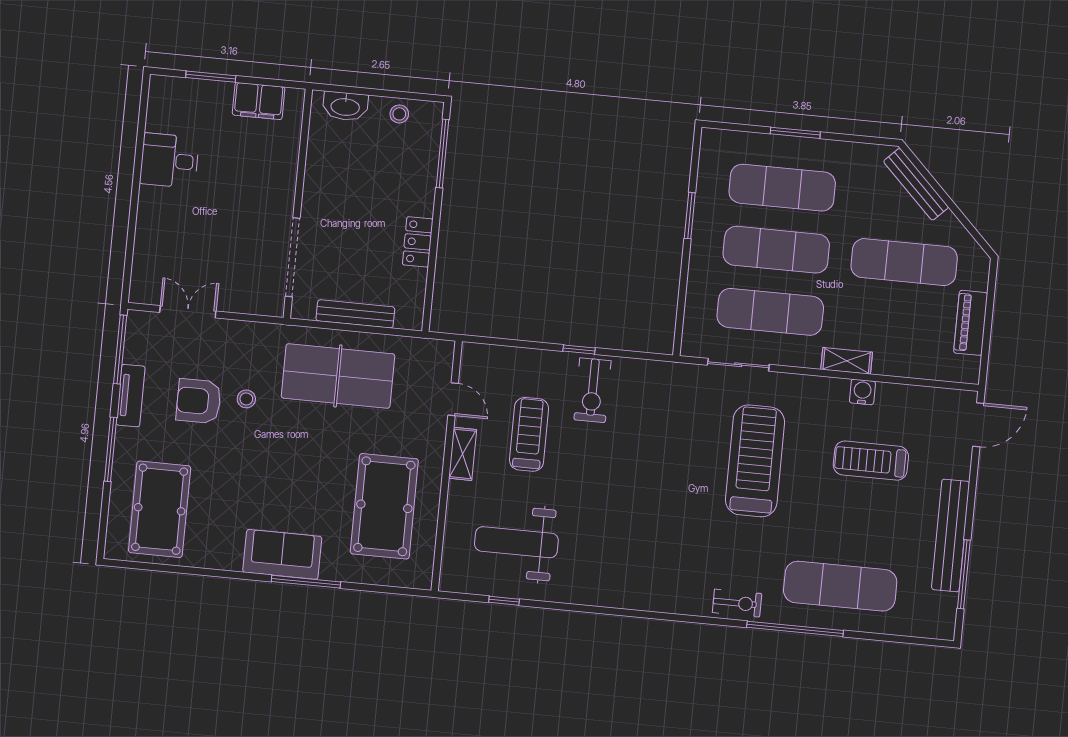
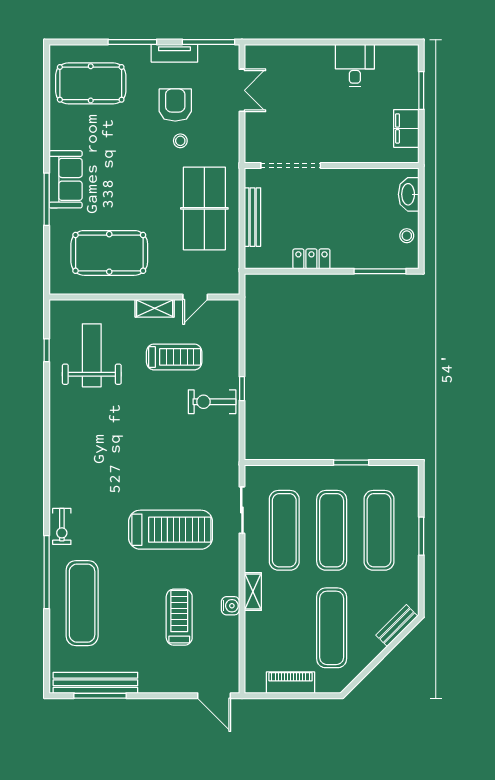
bench: (916, 184) -> (397, 626), width x0.73
bench: (951, 535) -> (95, 683), moved

